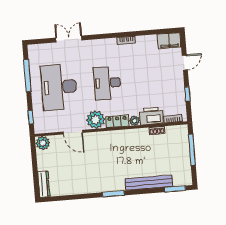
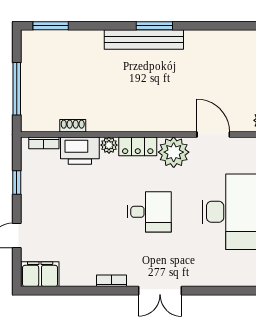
double door: (69, 39) -> (160, 291), moved
desk: (107, 83) -> (149, 212), width x0.73
bench: (149, 183) -> (144, 40), moved

